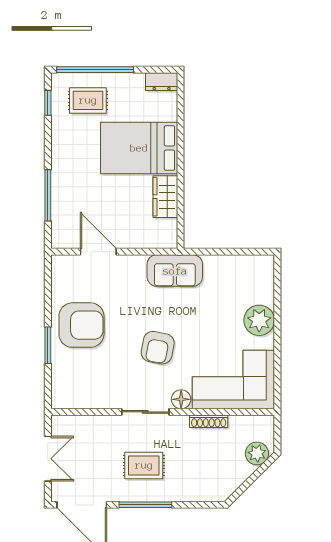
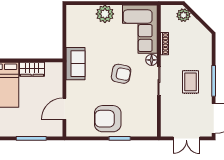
armchair: (81, 325) -> (108, 119), turned -90
double door: (48, 459) -> (186, 138), swing flipped

